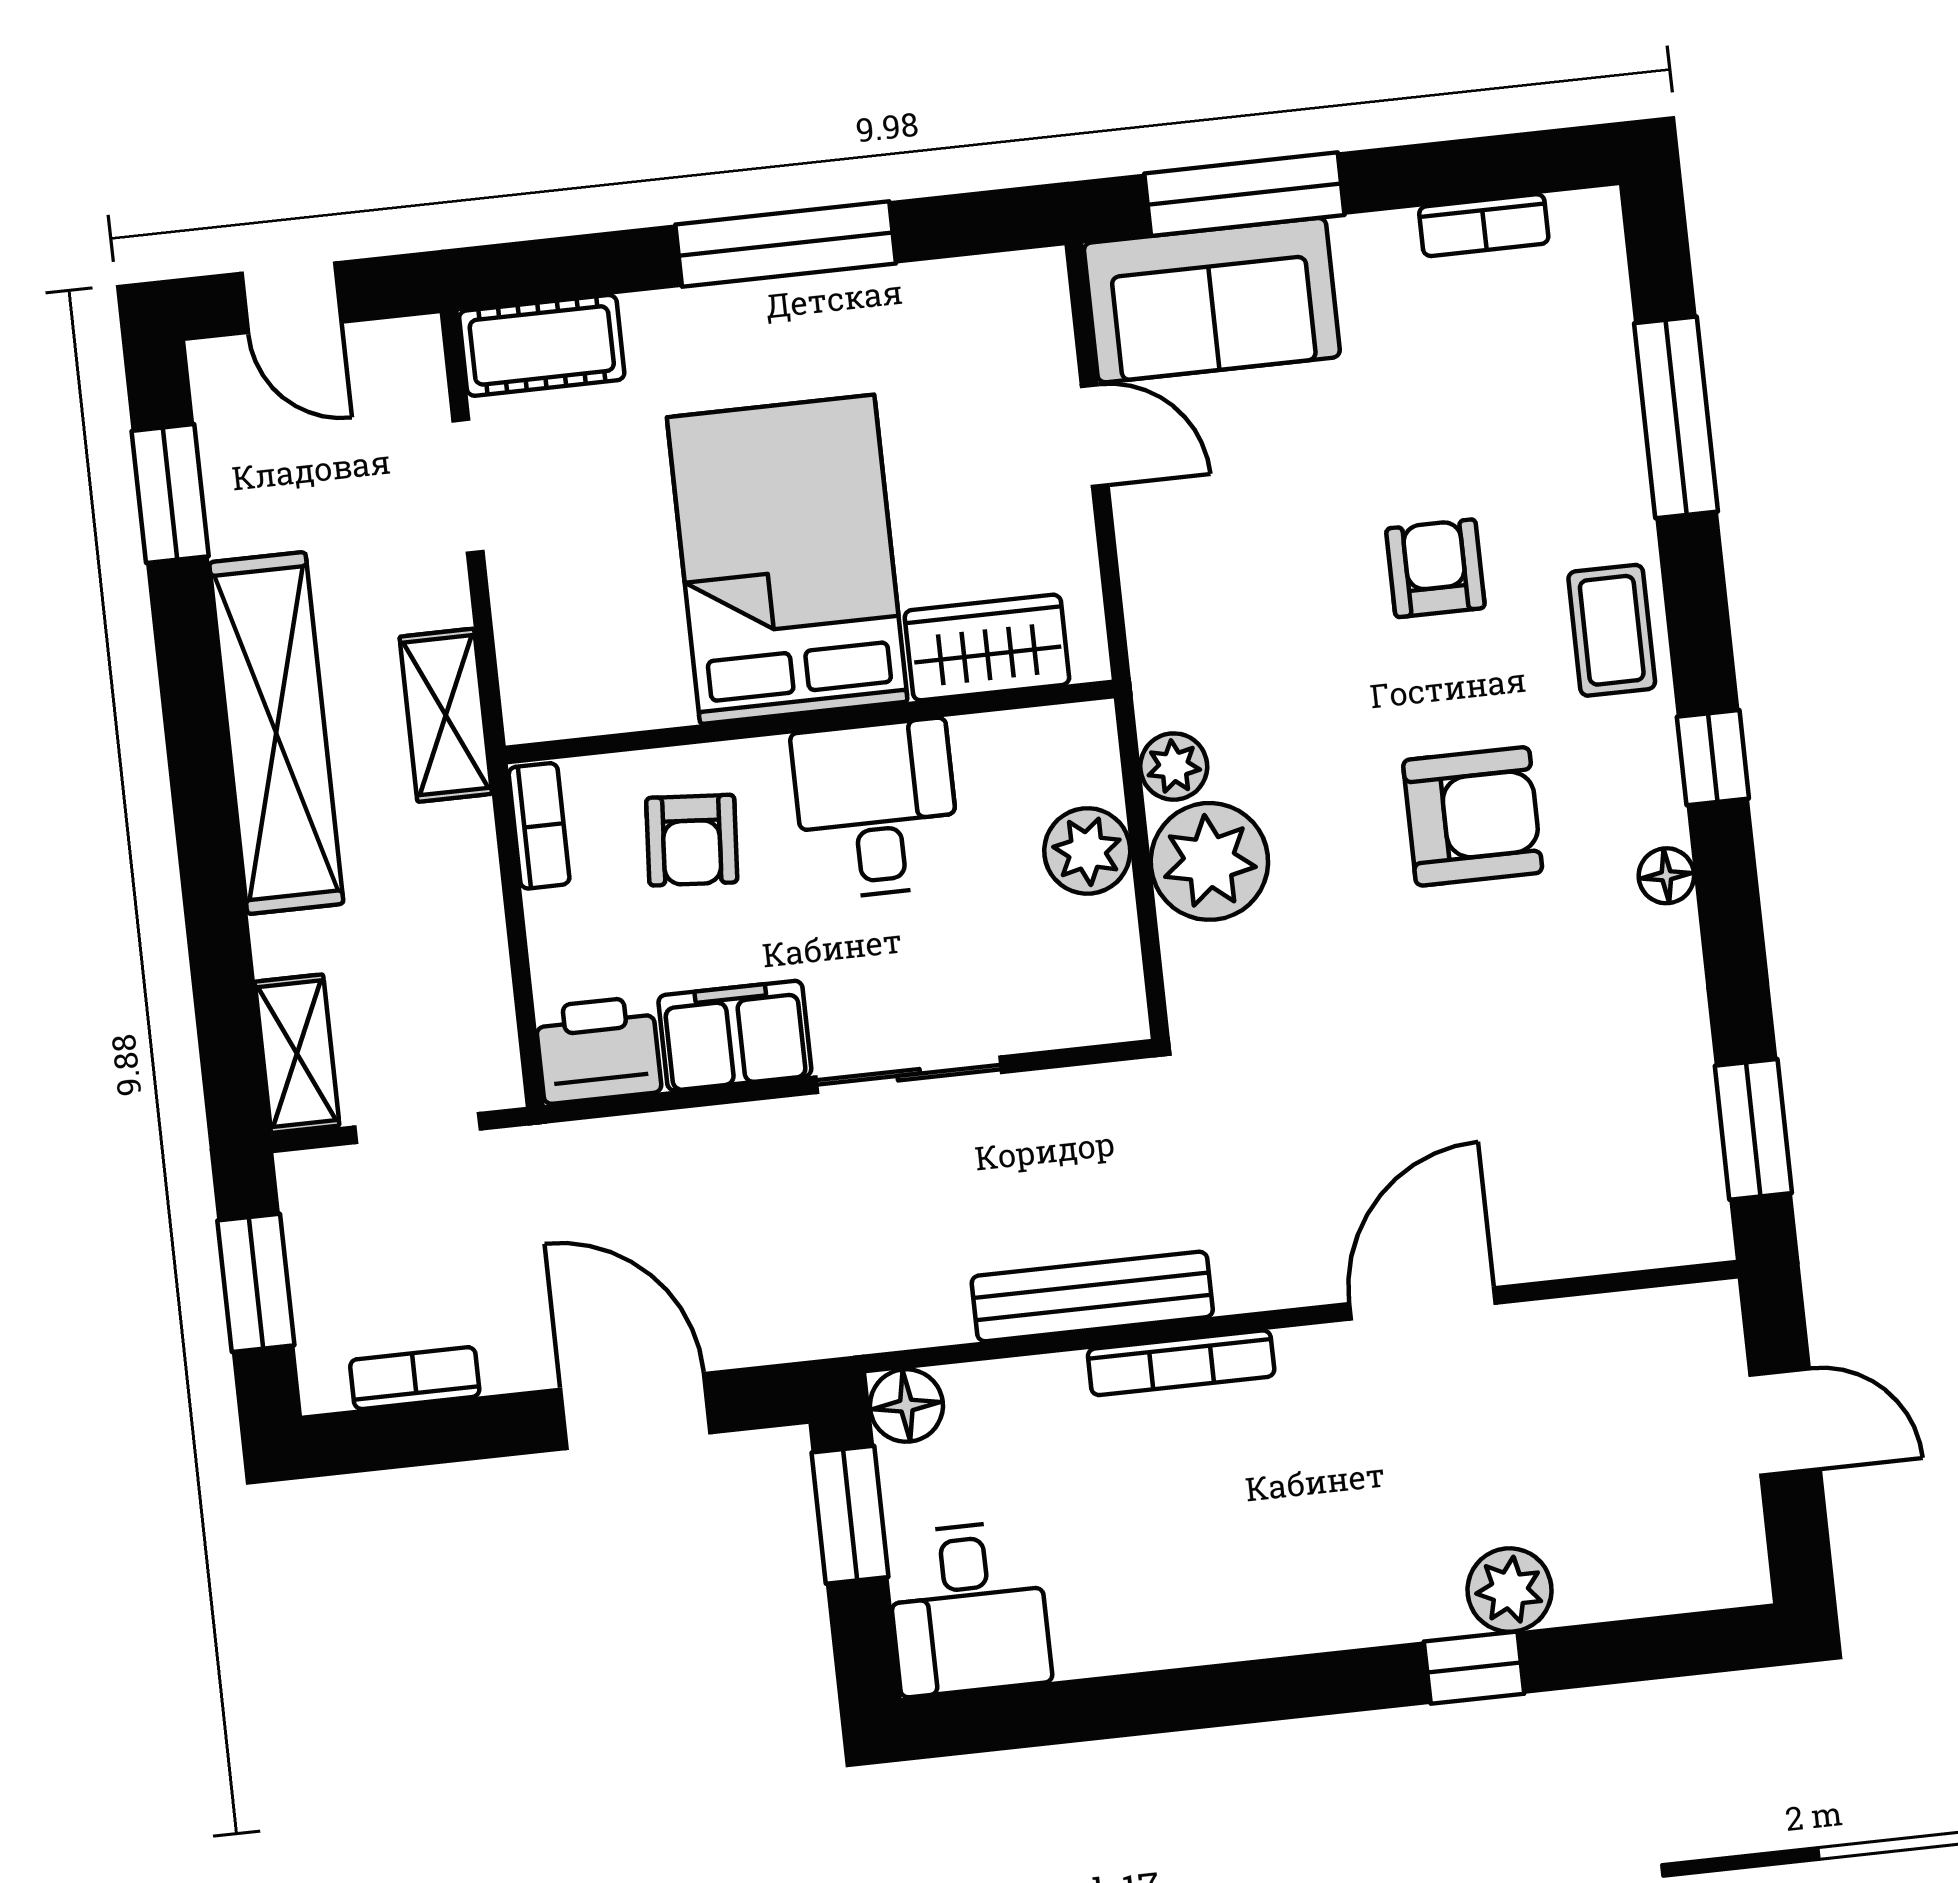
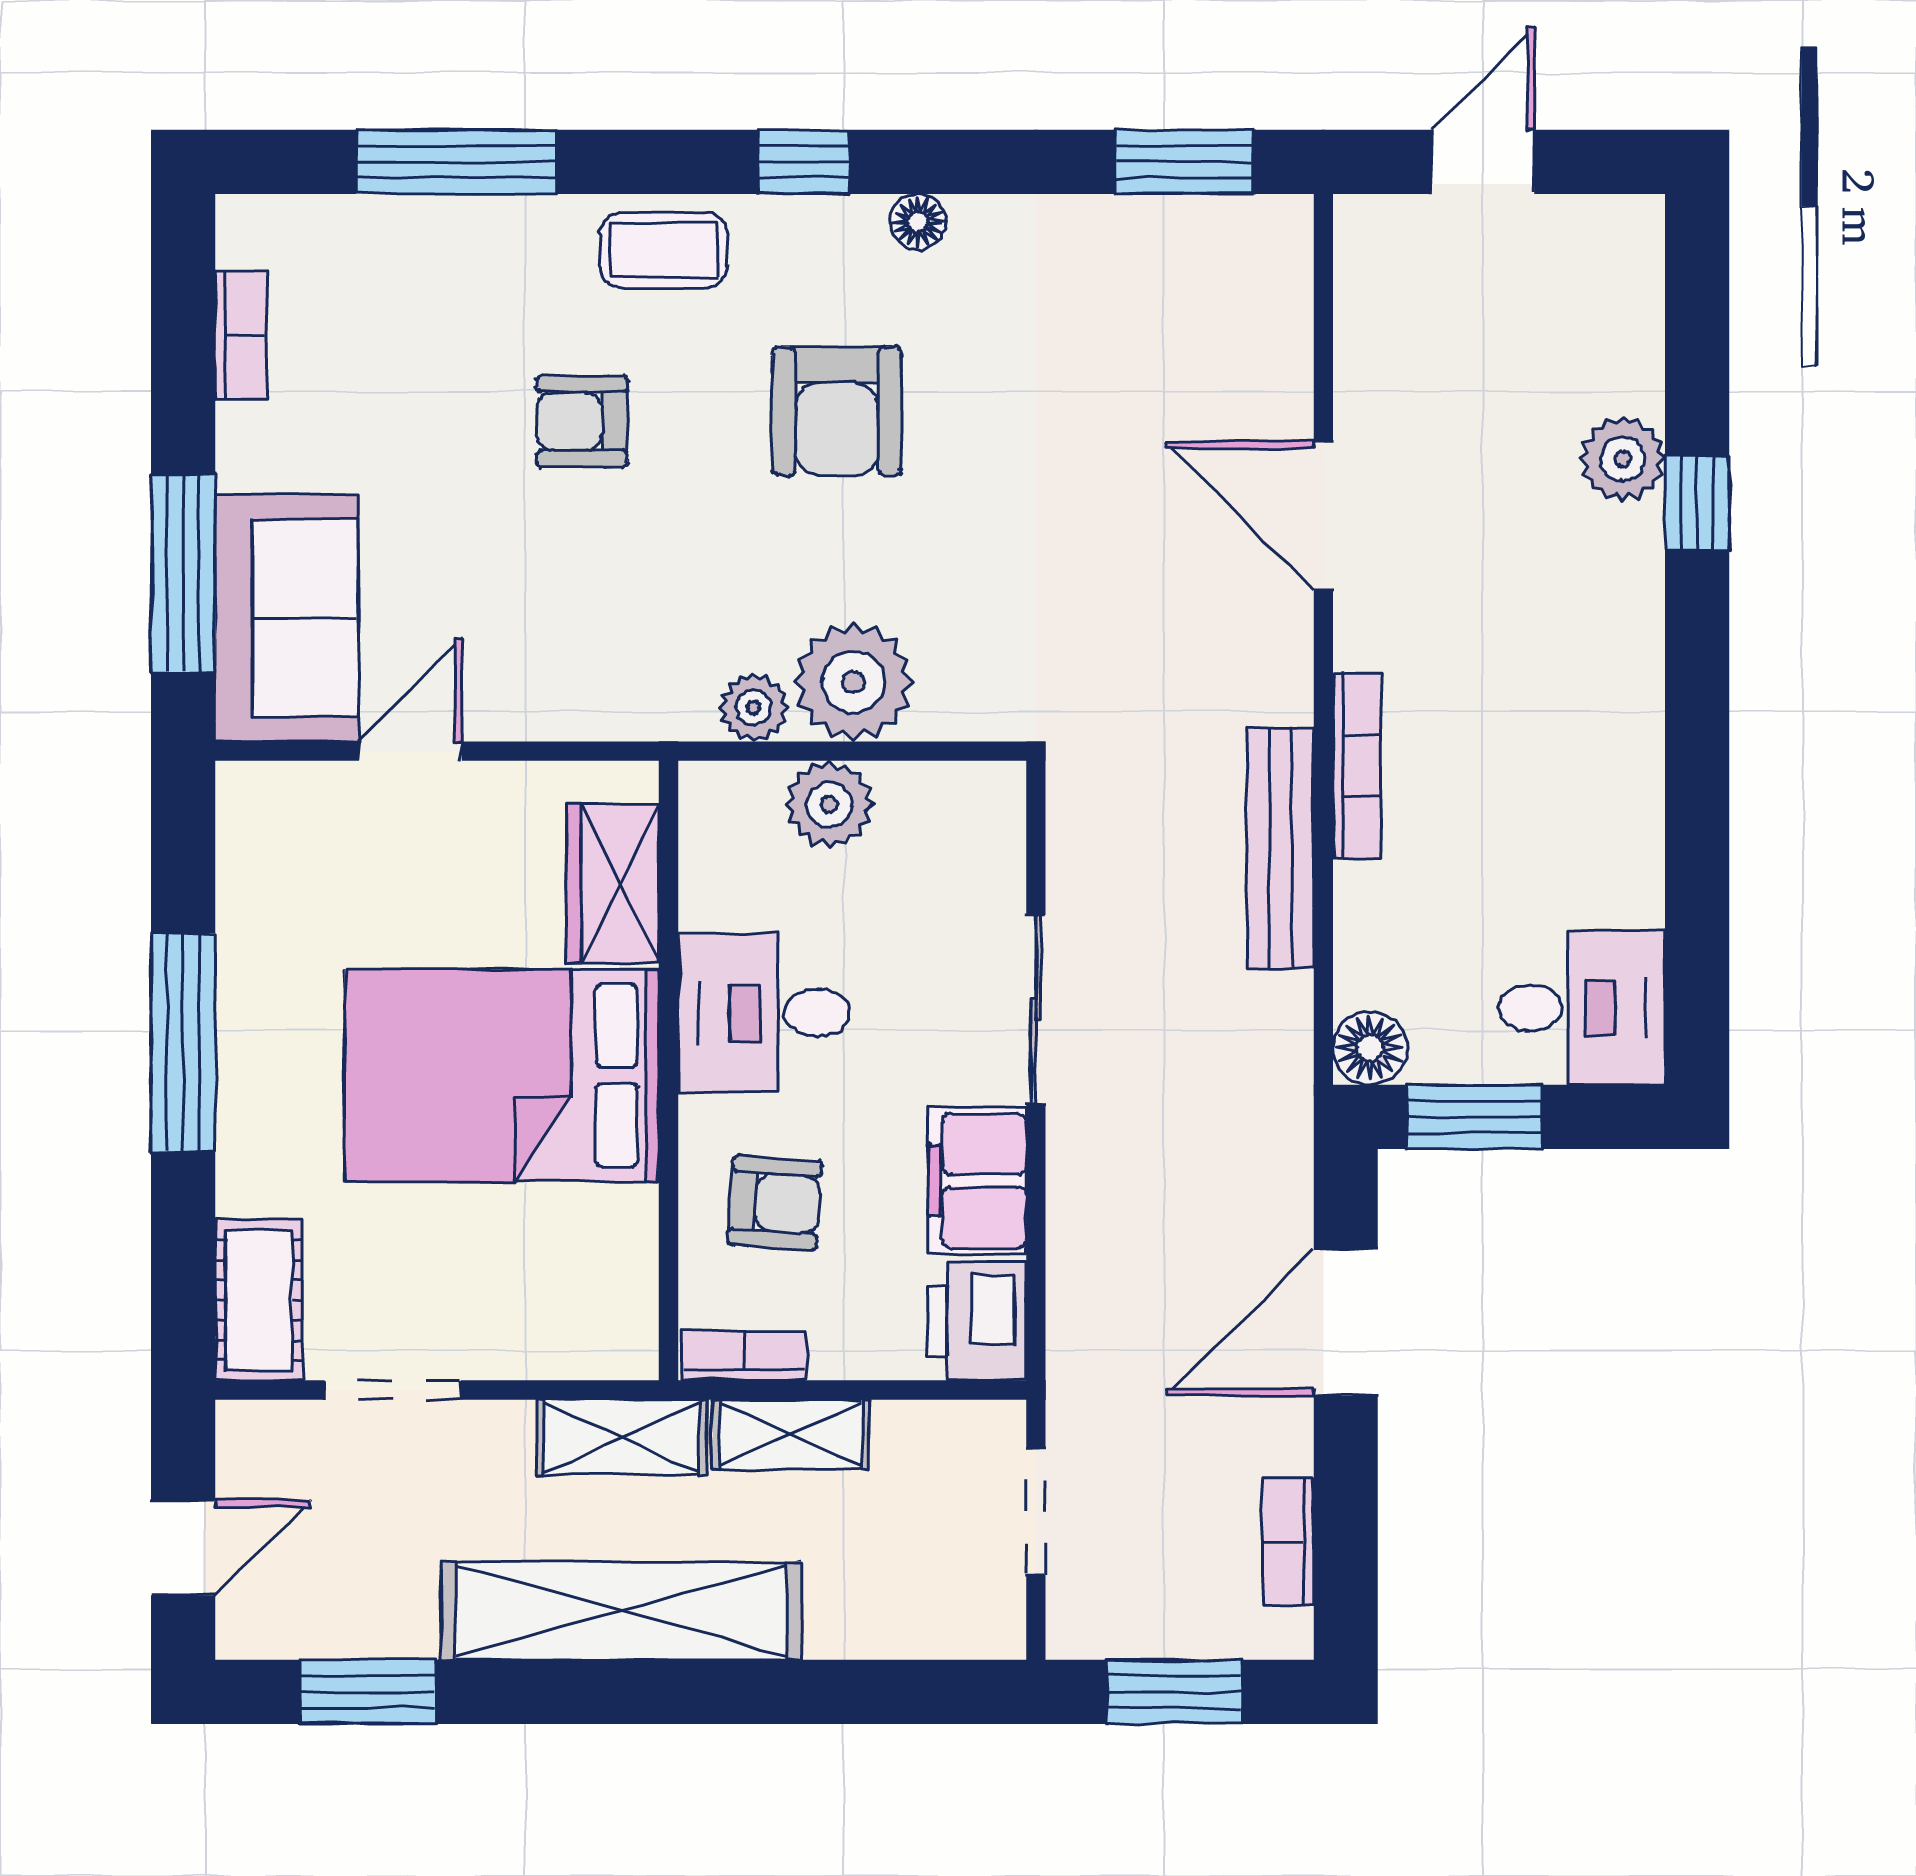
armchair: (1473, 816) -> (837, 411), turned 180
shelving: (297, 1054) -> (790, 1434), moved

